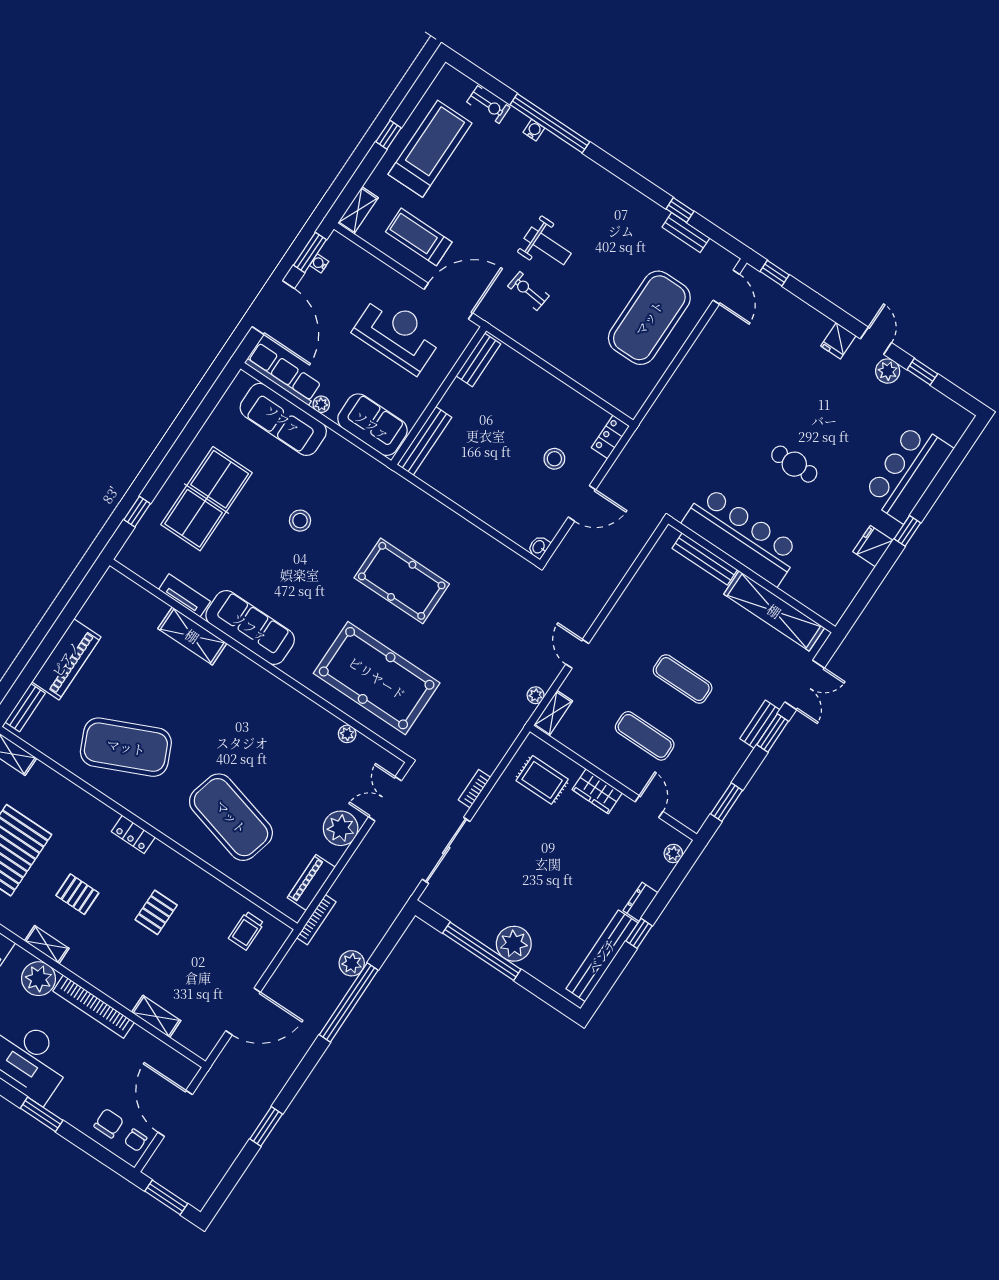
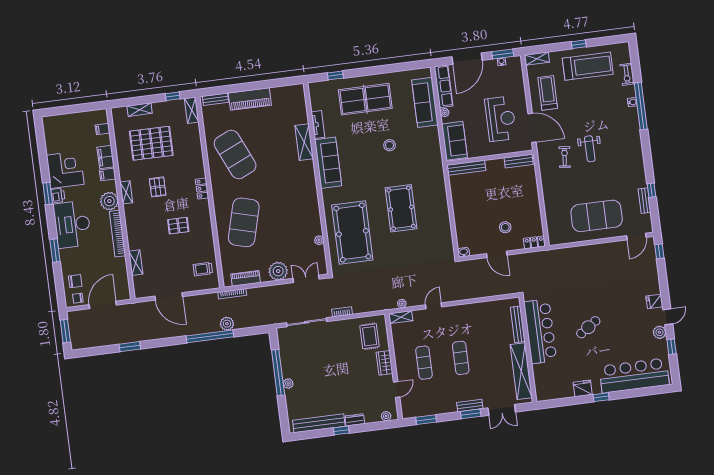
cafe table: (794, 464) -> (588, 327), turned 56
bar counter: (908, 472) -> (634, 375), width x1.36
plant: (514, 944) -> (288, 384), width x0.53, depth x0.53

